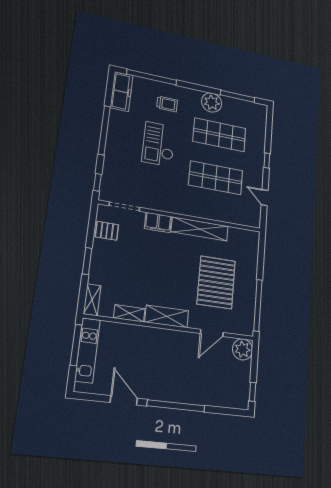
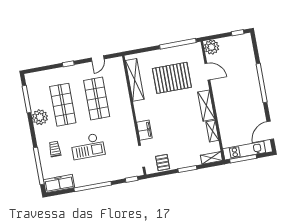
shelving: (200, 229) -> (135, 80), moved
door: (124, 400) -> (270, 130), moved

